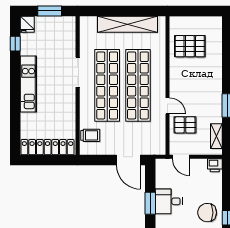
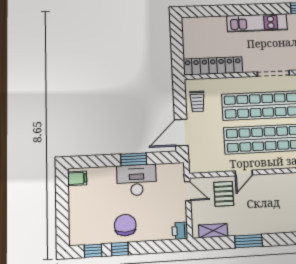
trolley: (90, 135) -> (197, 101), moved
locker: (48, 147) -> (213, 66), moved, turned -90
door: (181, 157) -> (188, 191), swing flipped
desk: (169, 201) -> (137, 180), width x1.37

